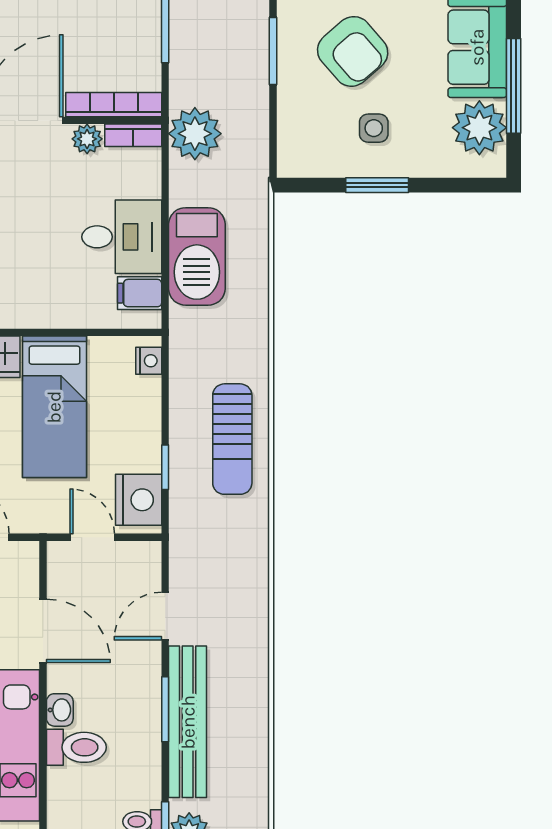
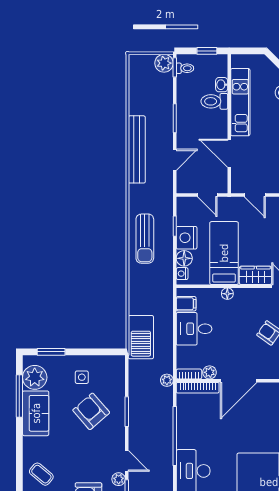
plant: (195, 134) -> (167, 380), width x0.53, depth x0.53
window: (377, 185) -> (51, 352), moved
barbecue: (197, 256) -> (141, 337), moved, turned 180
floor lamp: (47, 316) -> (227, 294), added
floor lamp: (144, 395) -> (184, 258), added
sun lounger: (232, 439) -> (145, 239), turned 180
nightstand: (139, 500) -> (187, 238), moved
washbasin: (60, 710) -> (222, 85), moved
bench: (188, 722) -> (137, 149), moved

